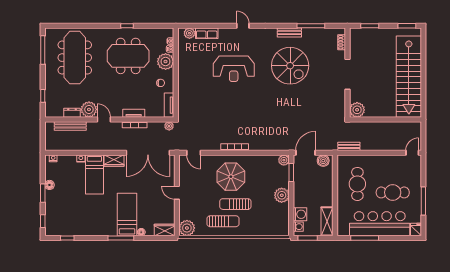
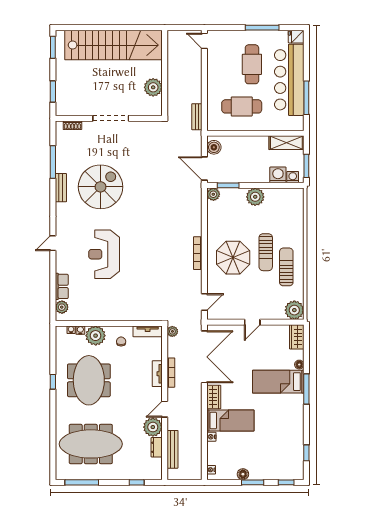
reception desk: (234, 69) -> (104, 254), turned 180
plant: (357, 110) -> (153, 87), moved

